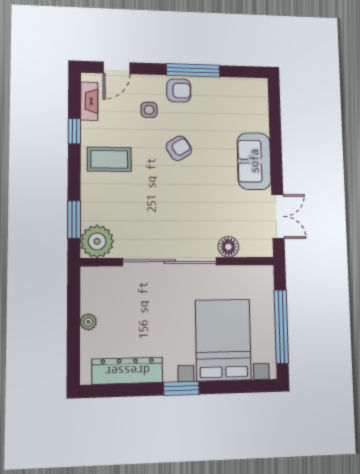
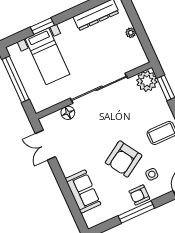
armchair: (179, 148) -> (124, 159), width x1.88, depth x1.88
sofa: (254, 161) -> (83, 192), moved
bed with nightstands: (223, 340) -> (47, 56), width x0.73
window: (181, 388) -> (42, 26), moved

